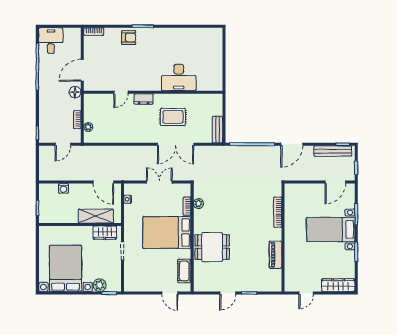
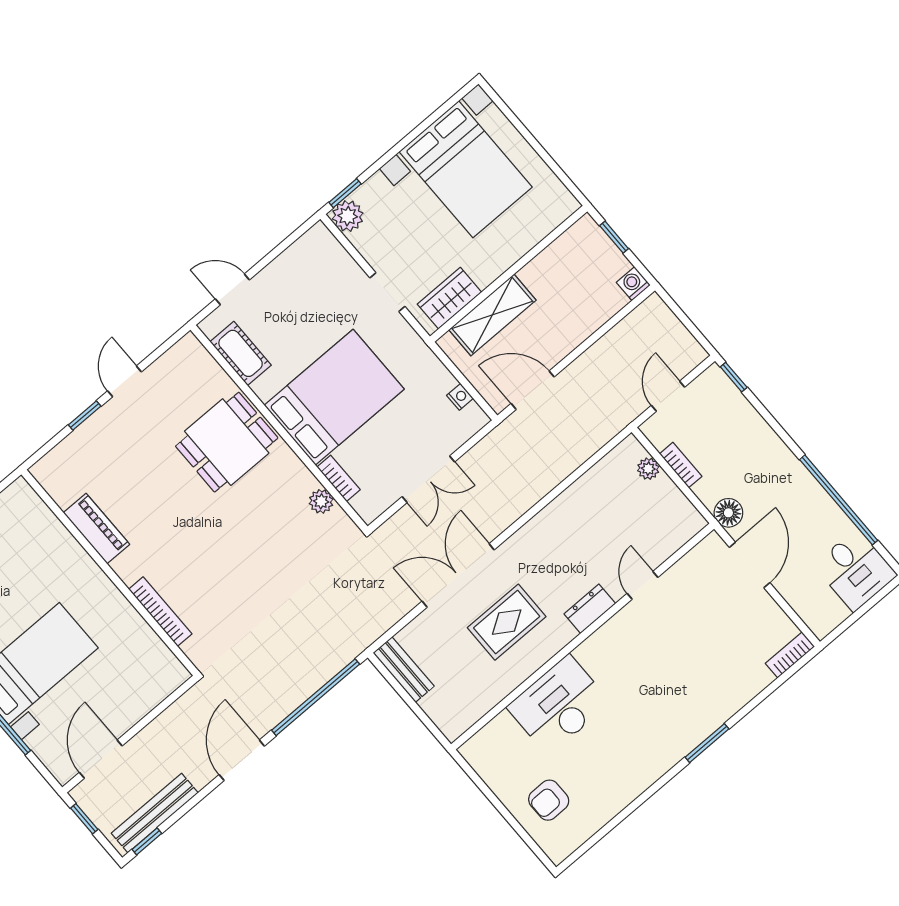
armchair: (129, 37) -> (549, 800), moved
washing machine: (63, 188) -> (633, 284), moved
plant: (100, 285) -> (348, 216), moved

